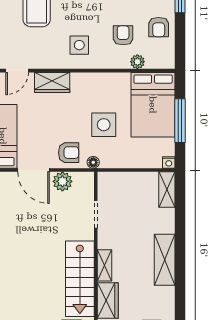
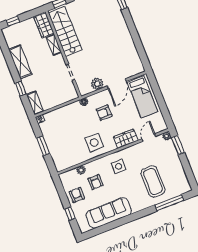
bed: (153, 105) -> (62, 149), removed
window: (180, 121) -> (43, 146), width x0.69
side table: (104, 125) -> (94, 143), moved
armchair: (69, 153) -> (104, 113), moved
door: (33, 170) -> (117, 84), swing flipped
window: (180, 219) -> (21, 89), added

